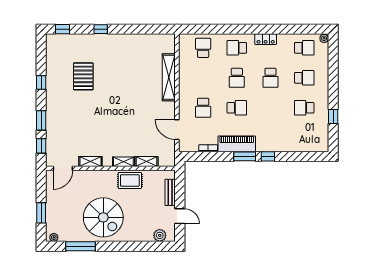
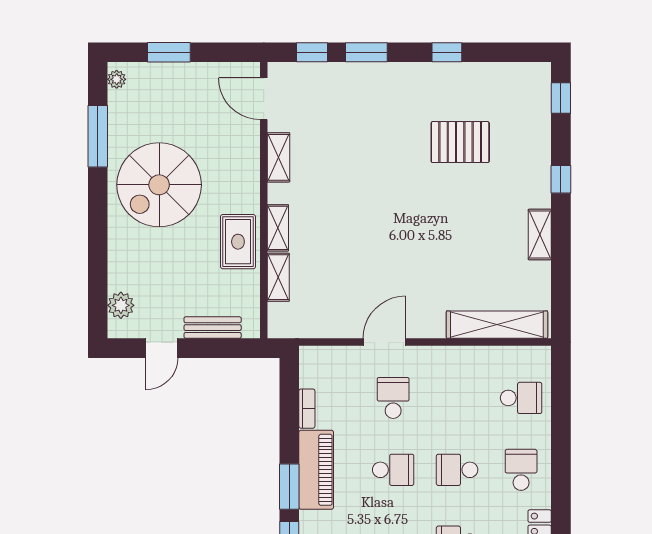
shelving: (127, 39) -> (540, 234), added
shelving: (169, 77) -> (497, 325), moved
school desk: (203, 108) -> (393, 398), turned 90
school desk: (237, 108) -> (393, 470), turned -90
door: (177, 130) -> (384, 342), moved

